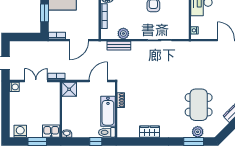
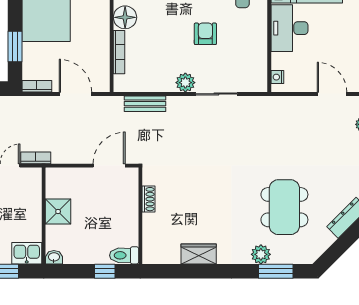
plant: (123, 33) -> (185, 83), moved
door: (79, 40) -> (75, 94), swing flipped
shower: (69, 89) -> (58, 211), moved
bathtub: (108, 111) -> (126, 219), removed
plant: (198, 132) -> (261, 254), moved

